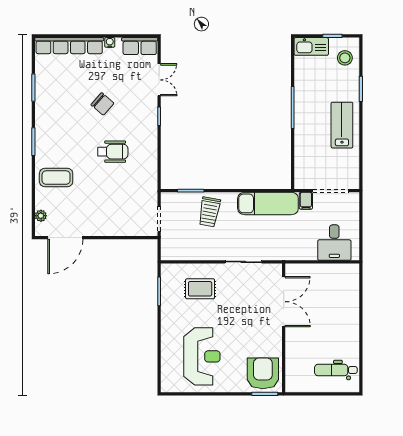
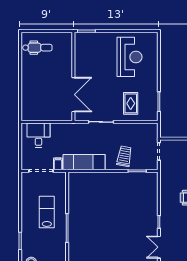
lab bench: (342, 125) -> (47, 212), moved, turned 180
rug: (200, 289) -> (131, 103), turned 90
double door: (284, 302) -> (73, 95), swing flipped
reception desk: (202, 356) -> (129, 57), turned 180
armchair: (263, 373) -> (88, 45), removed

